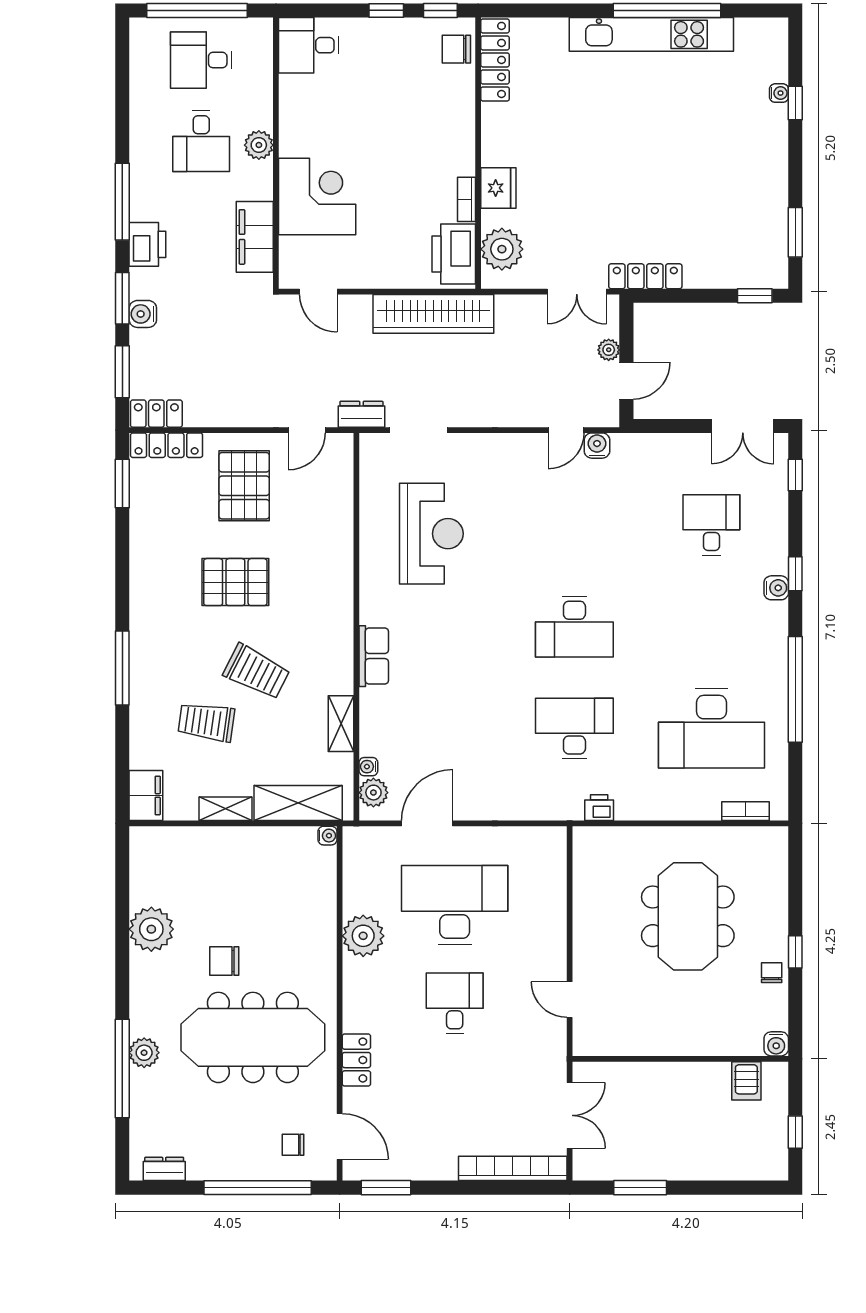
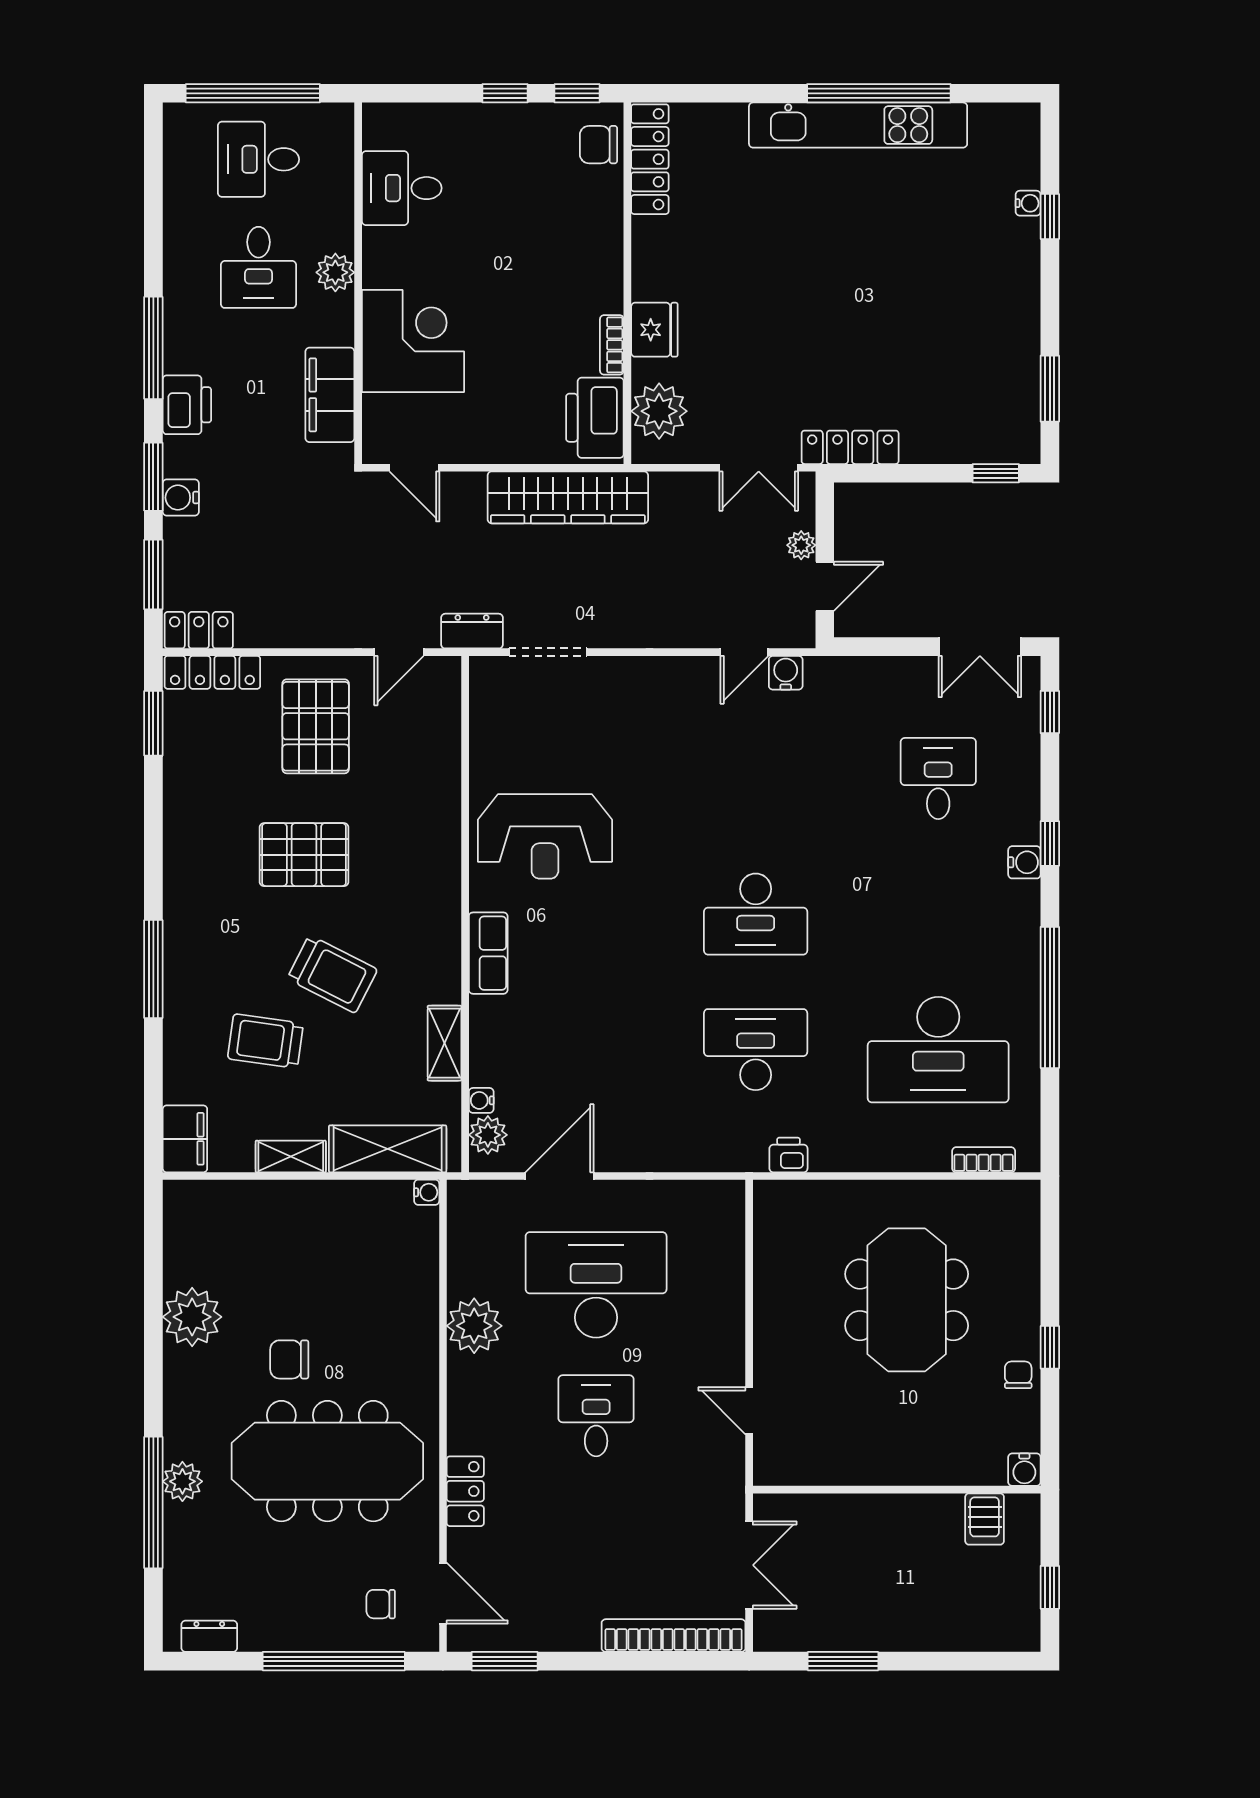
desk: (309, 45) -> (402, 188), moved
reception desk: (431, 534) -> (545, 836), moved, turned 90

